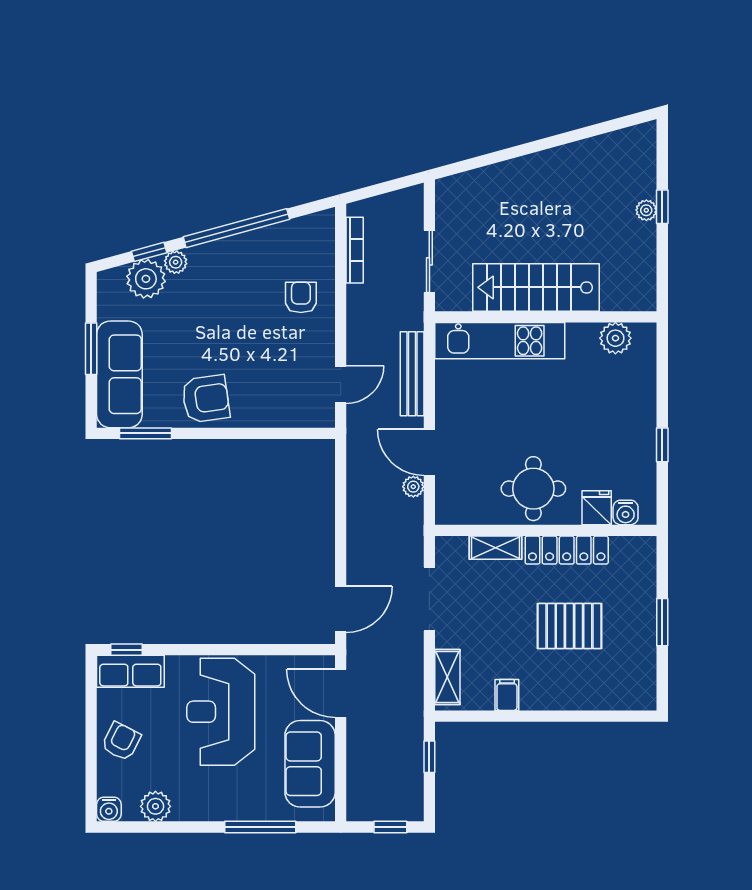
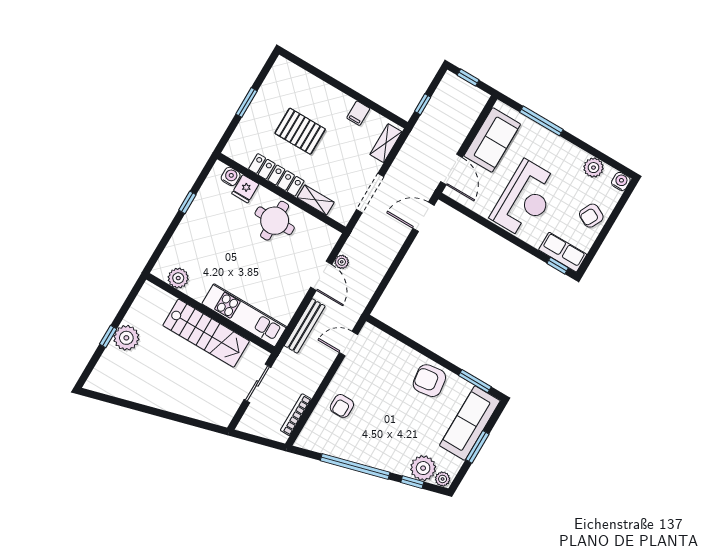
plant: (646, 210) -> (126, 338), width x1.88, depth x1.88
plant: (176, 262) -> (443, 479), moved

